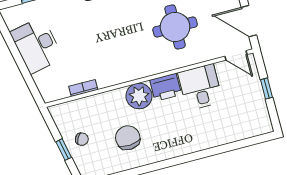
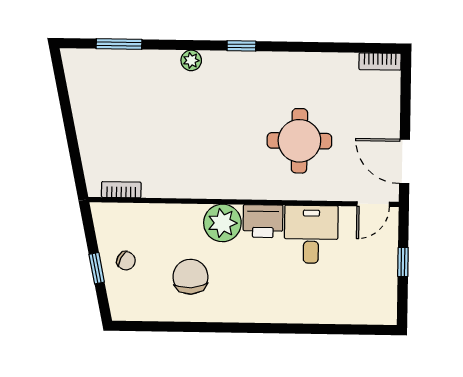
desk: (37, 45) -> (99, 112), removed
door: (236, 55) -> (373, 204), hinge flipped
bookcase: (83, 88) -> (121, 190), moved

